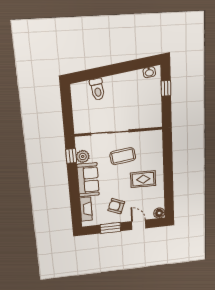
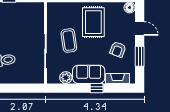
window: (71, 156) -> (97, 88), moved
rug: (143, 179) -> (93, 22), width x1.36, depth x1.43
door: (139, 225) -> (140, 28), swing flipped

